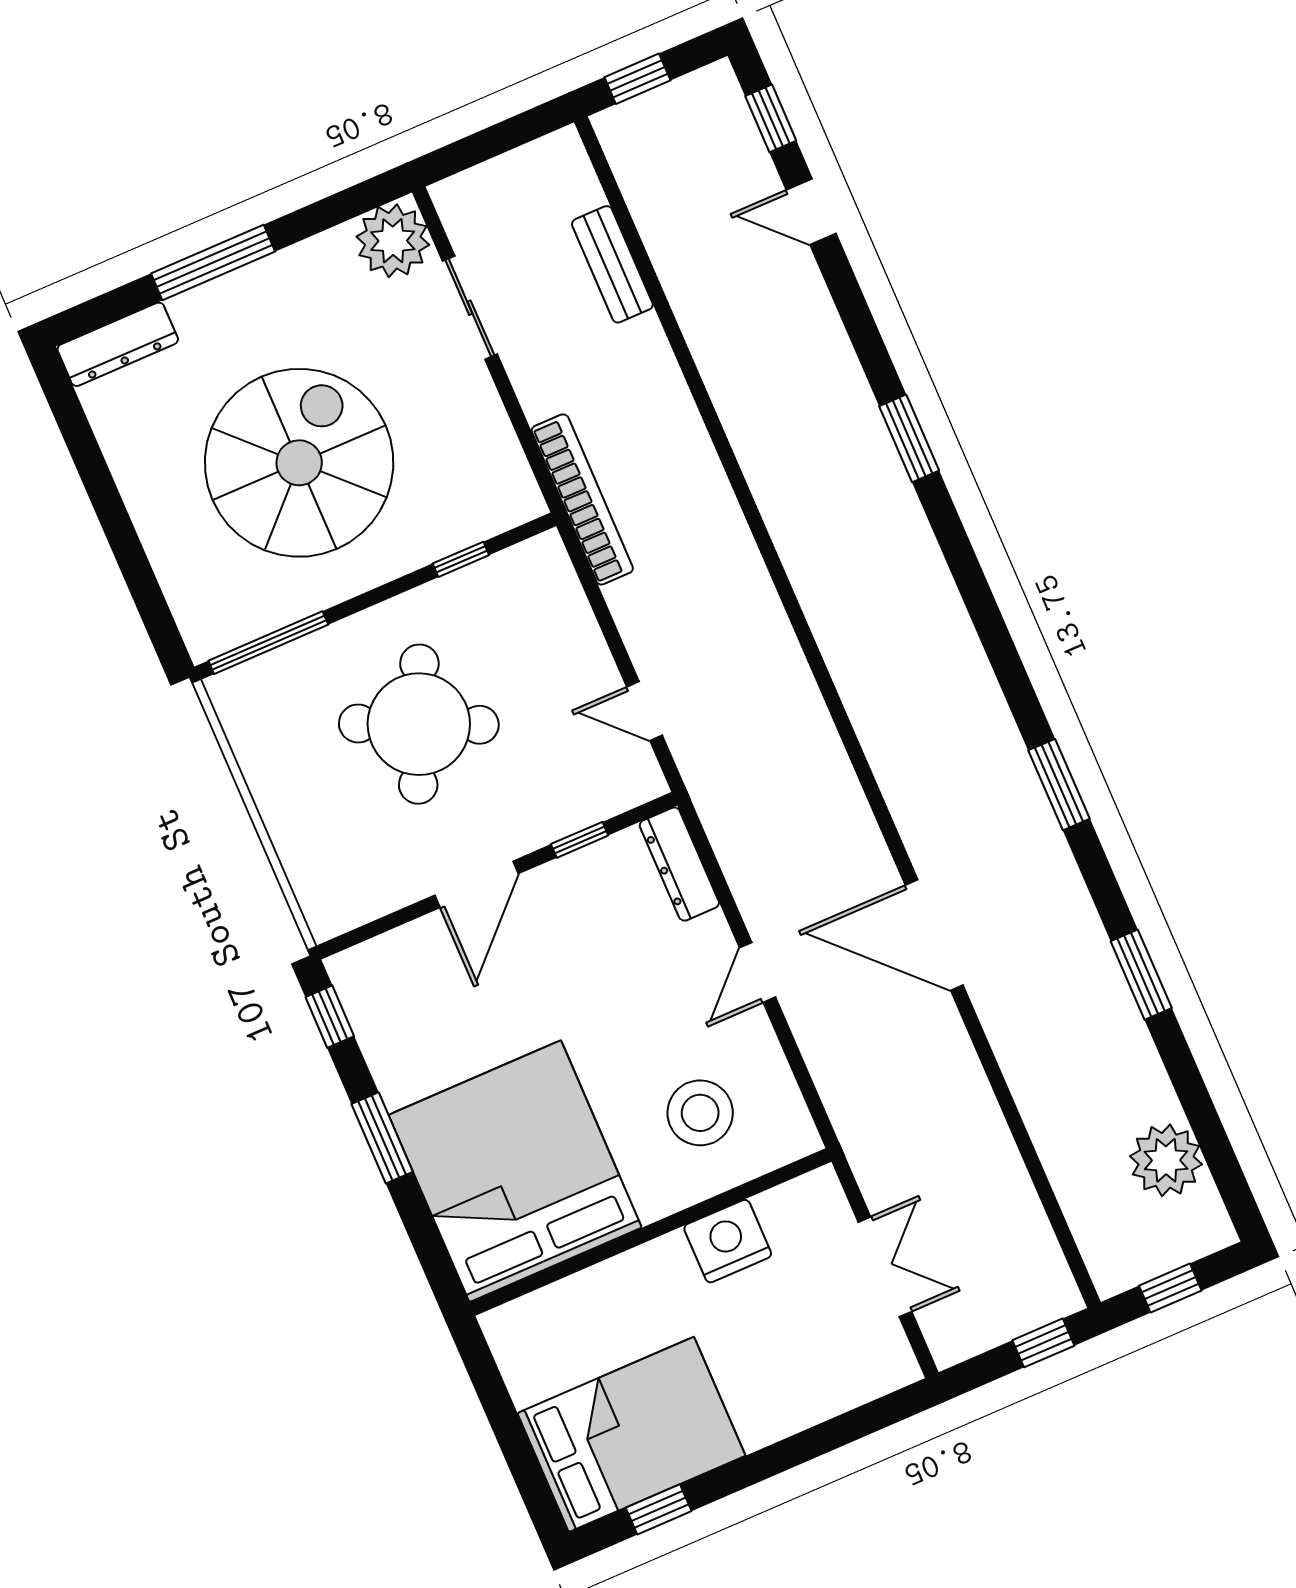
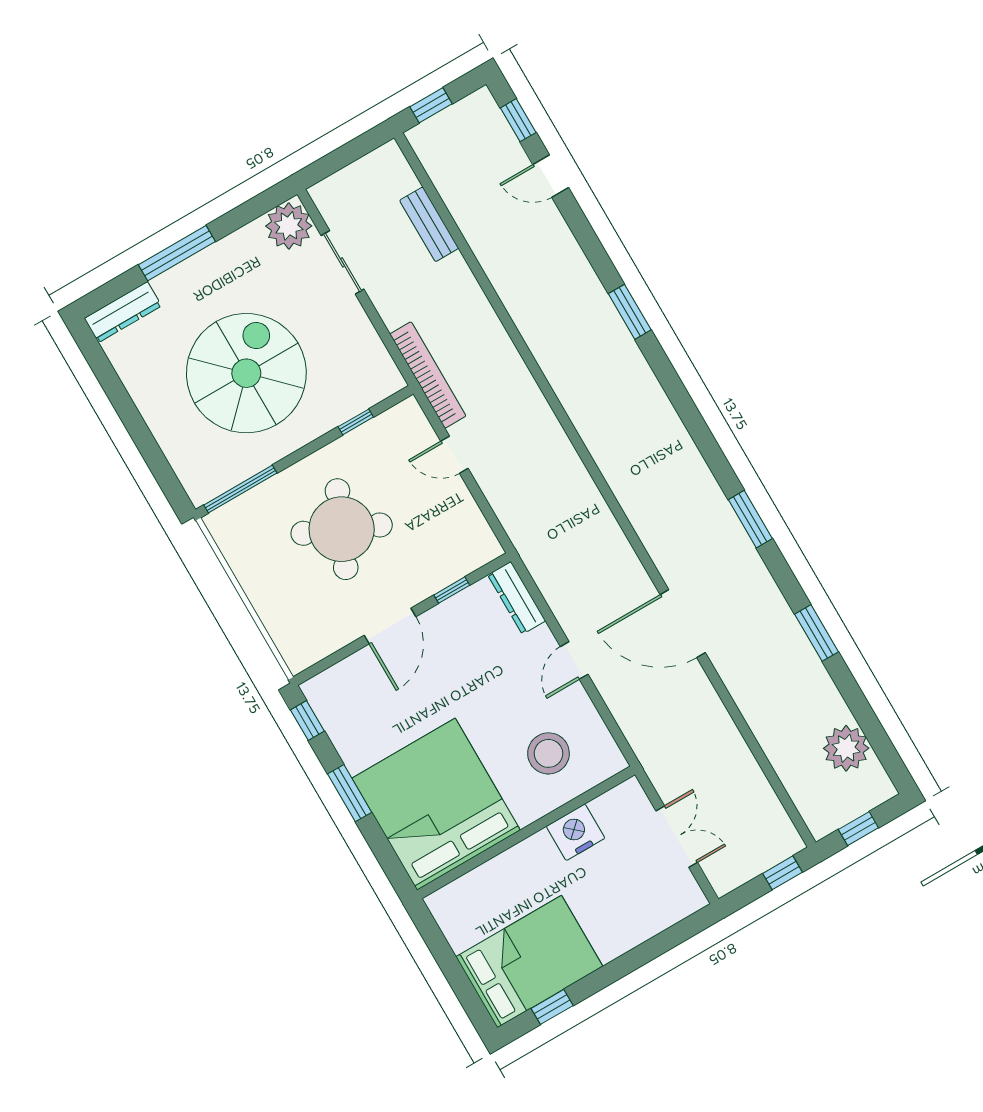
door: (644, 711) -> (454, 455), moved

